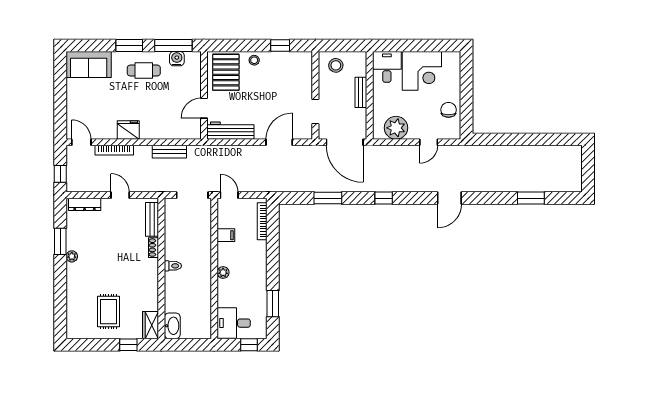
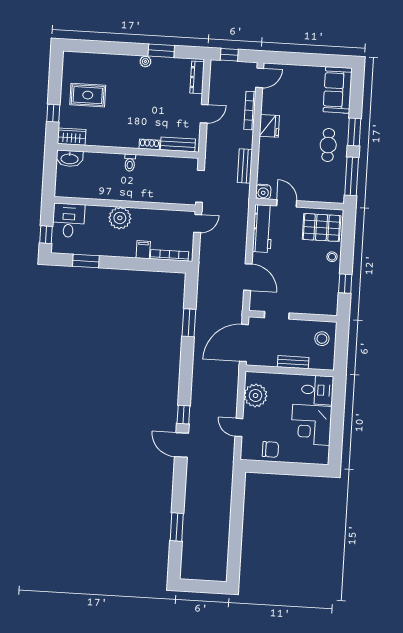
water cooler: (177, 59) -> (263, 192), moved, turned 90
window: (384, 198) -> (183, 415), moved
filing cabinet: (226, 235) -> (143, 250), moved, turned 180
plant: (223, 273) -> (120, 218), width x1.88, depth x1.88

